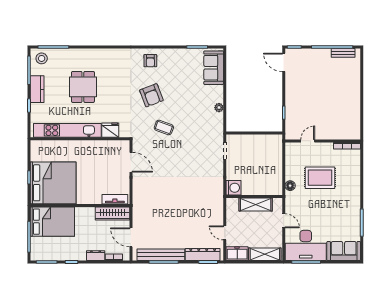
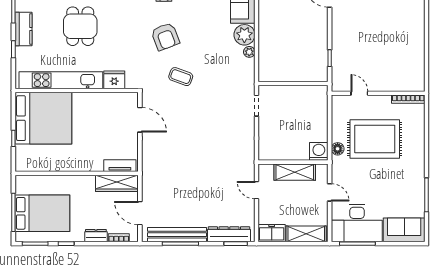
plant: (215, 94) -> (244, 35), added
door: (308, 141) -> (359, 93), hinge flipped
rug: (320, 178) -> (375, 139), width x1.37, depth x1.44
bed: (53, 183) -> (43, 118), moved
washing machine: (233, 188) -> (319, 151), moved, turned -90
bed: (52, 222) -> (42, 213), moved
door: (225, 233) -> (256, 190), moved

